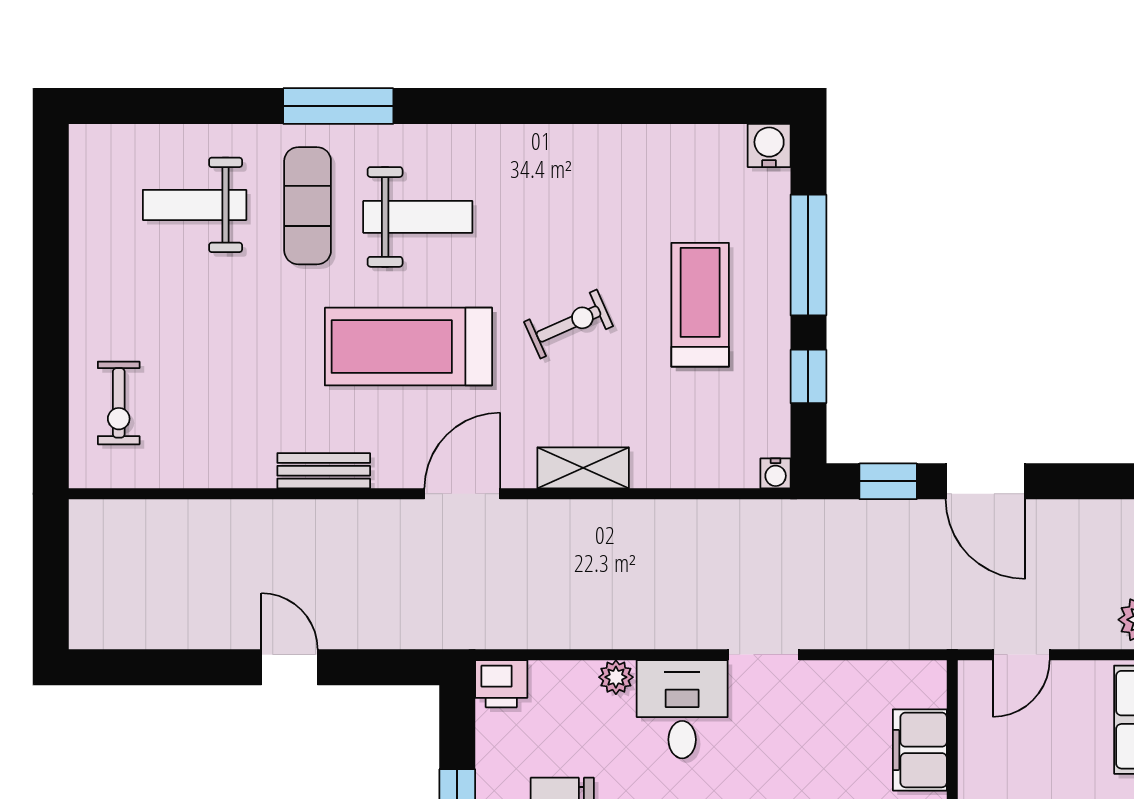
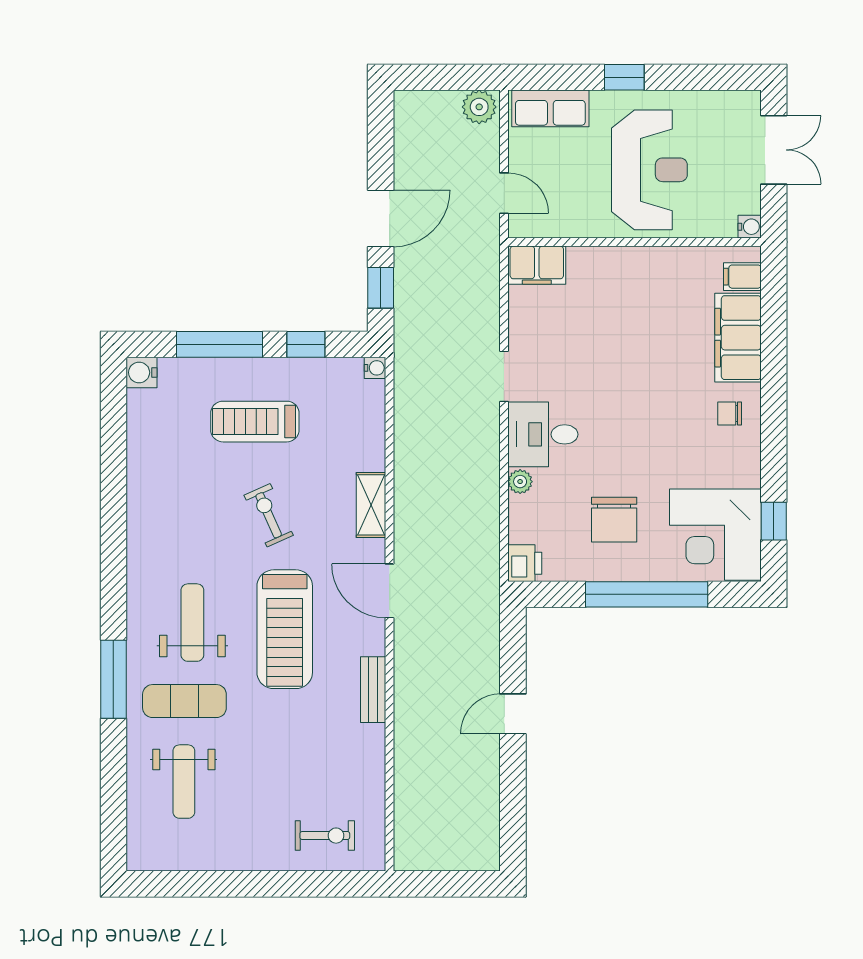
filing cabinet: (920, 750) -> (537, 265), moved

